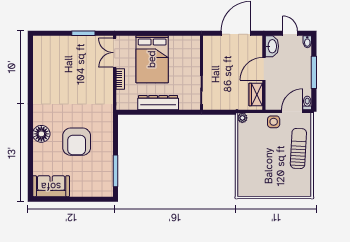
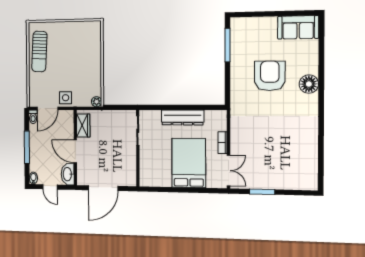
door: (264, 69) -> (75, 151), swing flipped
sun lounger: (298, 148) -> (39, 51), moved

